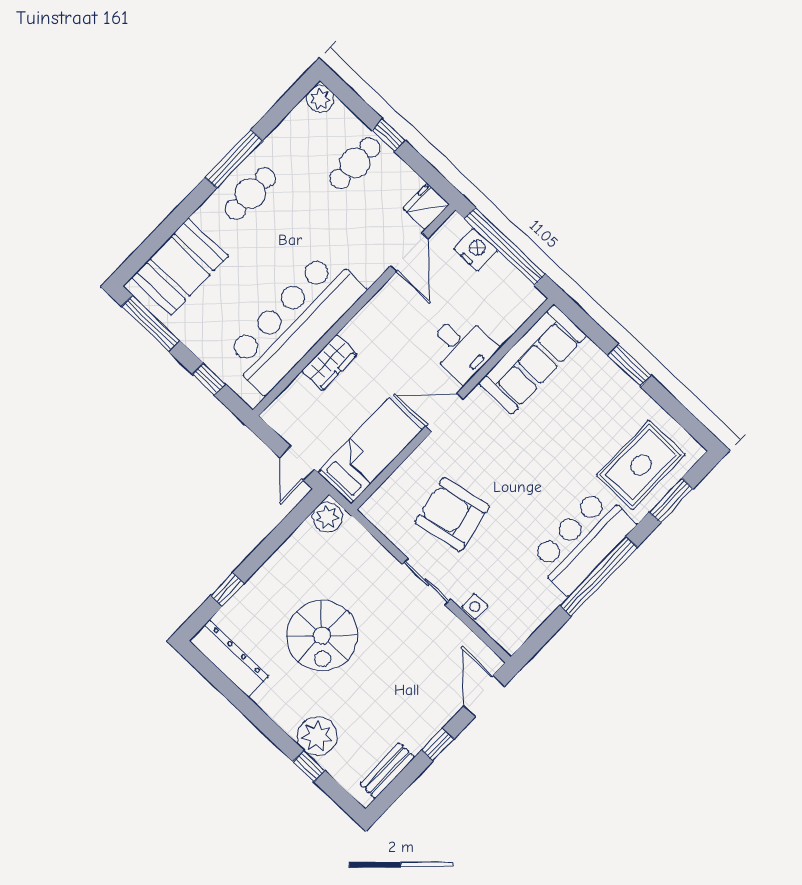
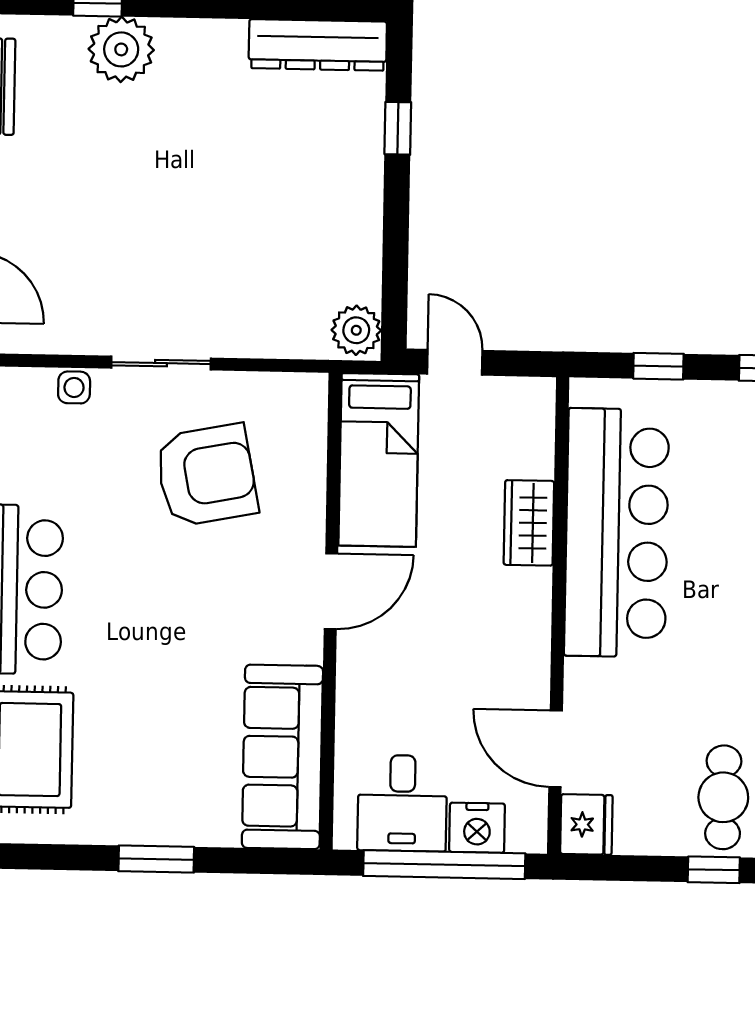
desk: (462, 348) -> (402, 803), moved, turned -90
spiral stairs: (322, 636) -> (229, 179), removed

